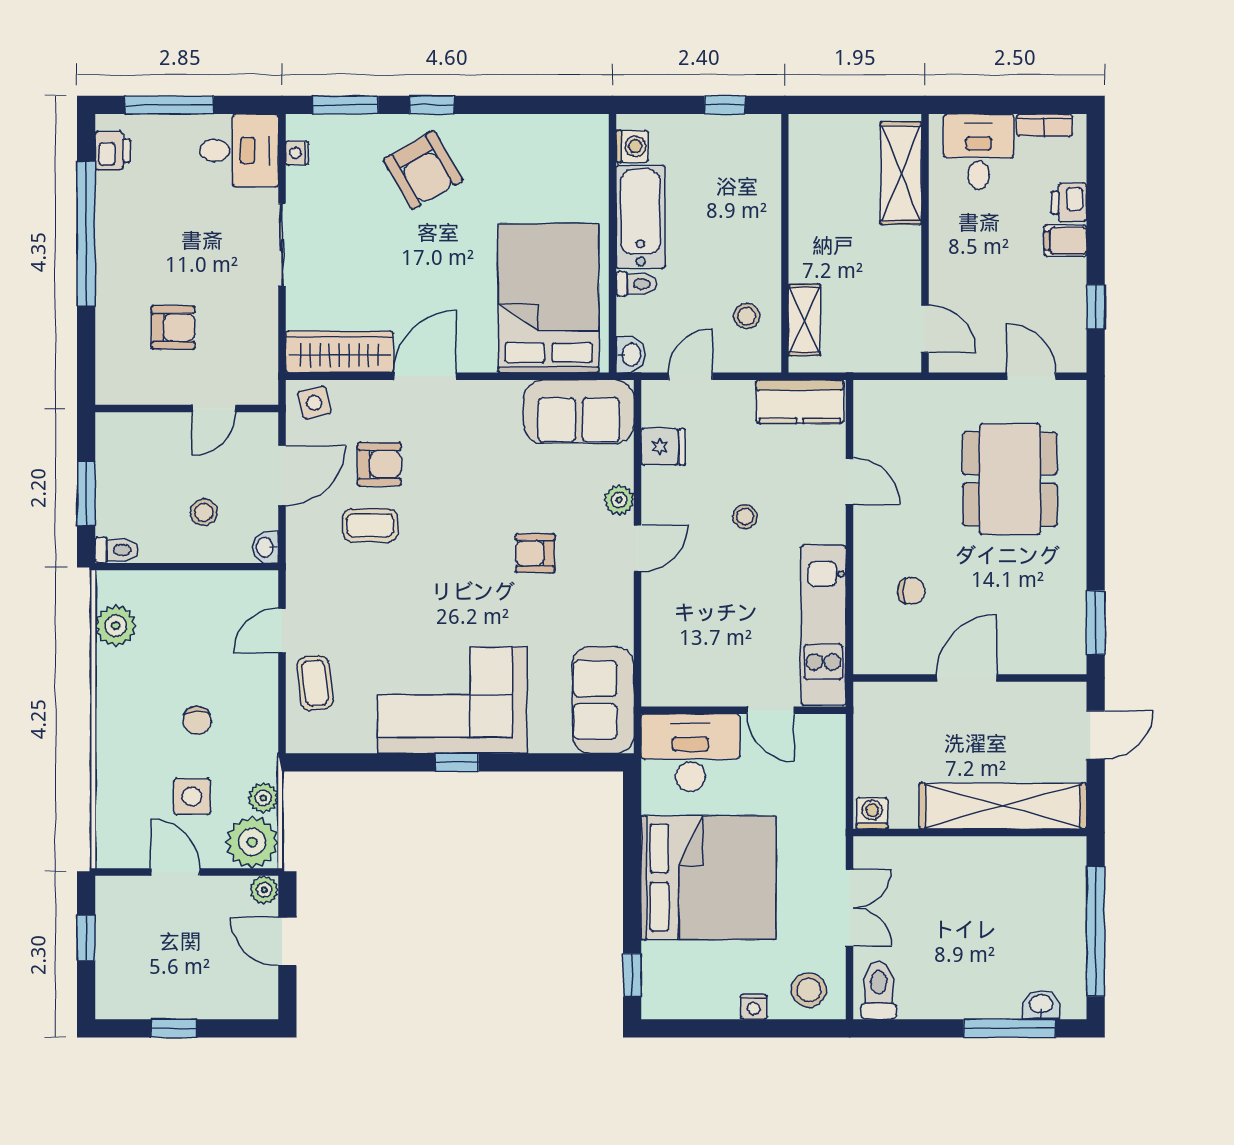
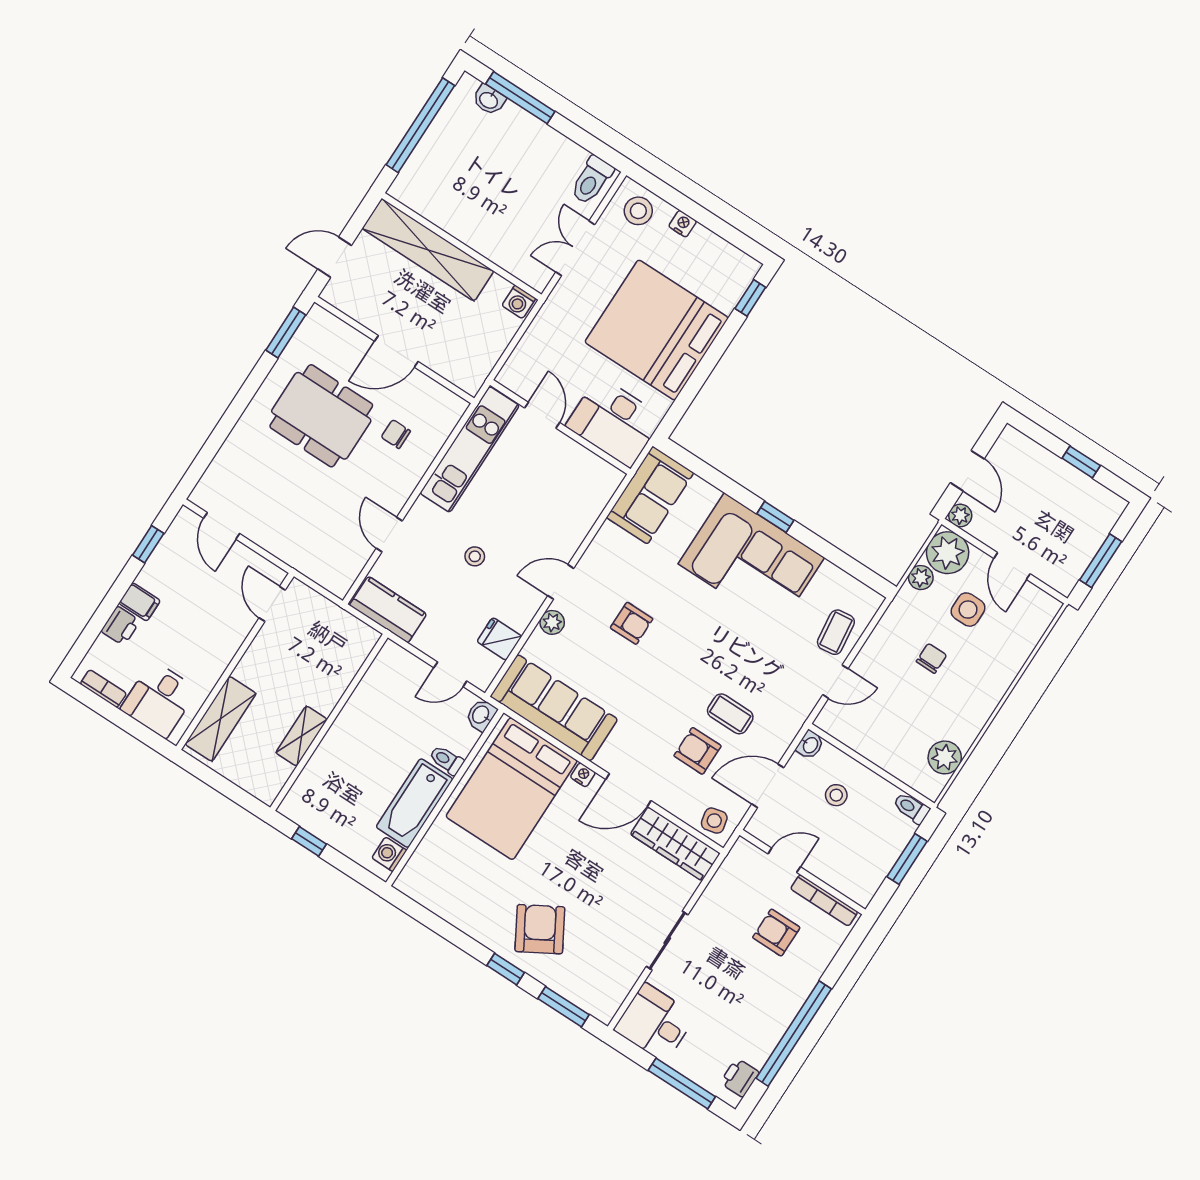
nightstand: (297, 153) -> (583, 775), moved, turned -90
stool: (747, 316) -> (386, 690), removed
shelving: (804, 320) -> (301, 736), moved
bookcase: (145, 394) -> (824, 900), added
sofa: (579, 412) -> (554, 708), width x1.36
dining table: (1010, 479) -> (321, 416), moved, turned 90
window: (86, 938) -> (1101, 561), width x1.50

